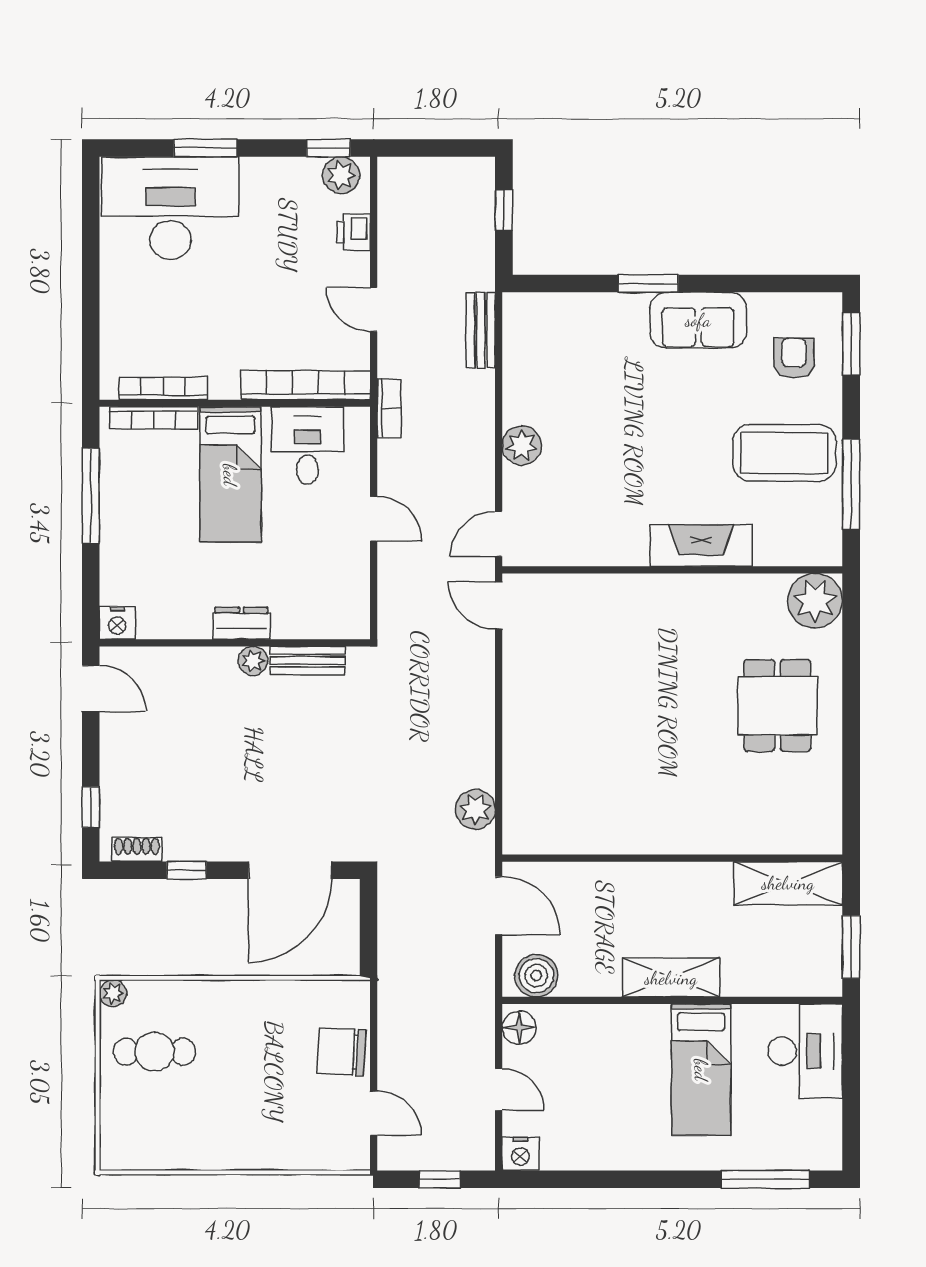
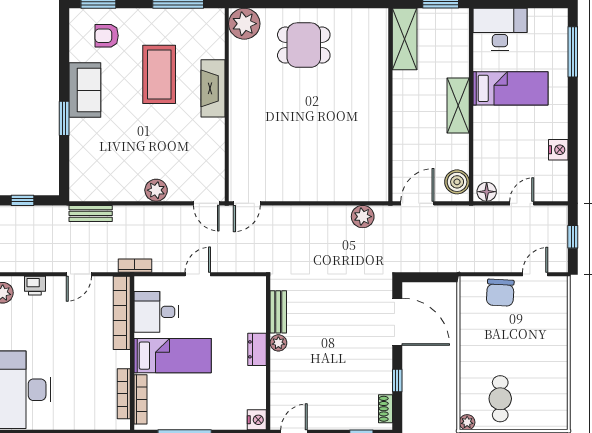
coffee table: (784, 453) -> (159, 74), moved
nightstand: (520, 1154) -> (558, 150), moved

